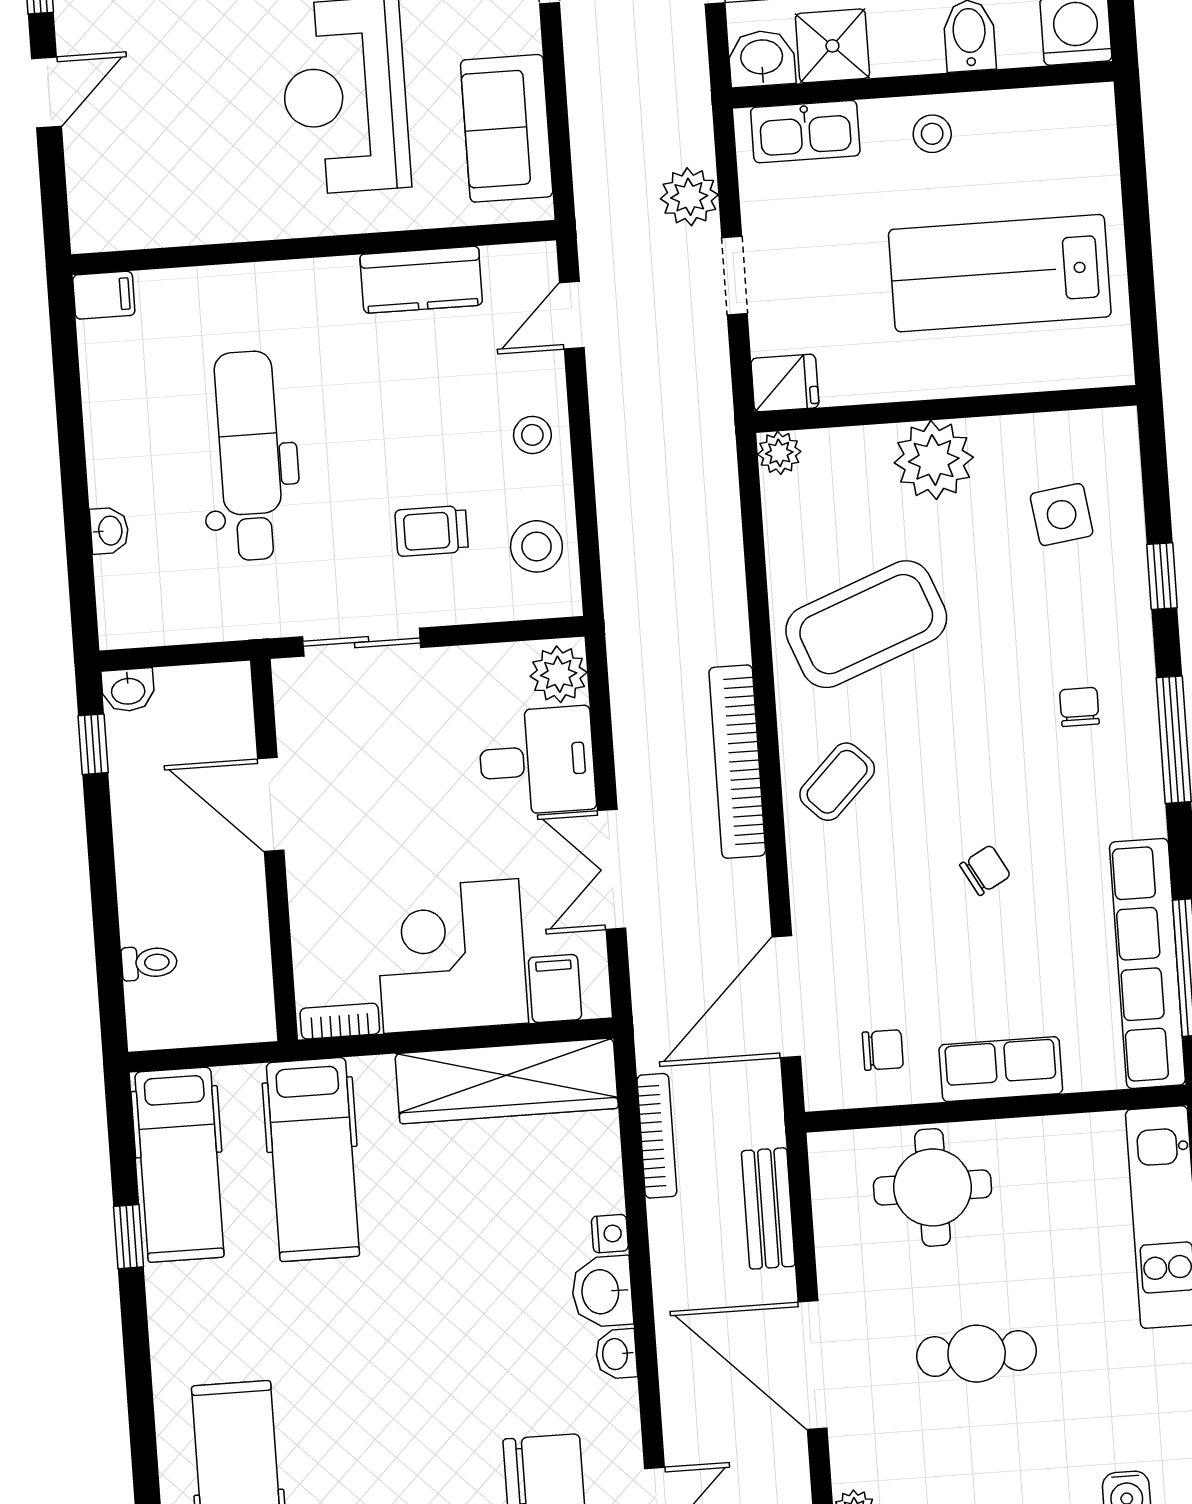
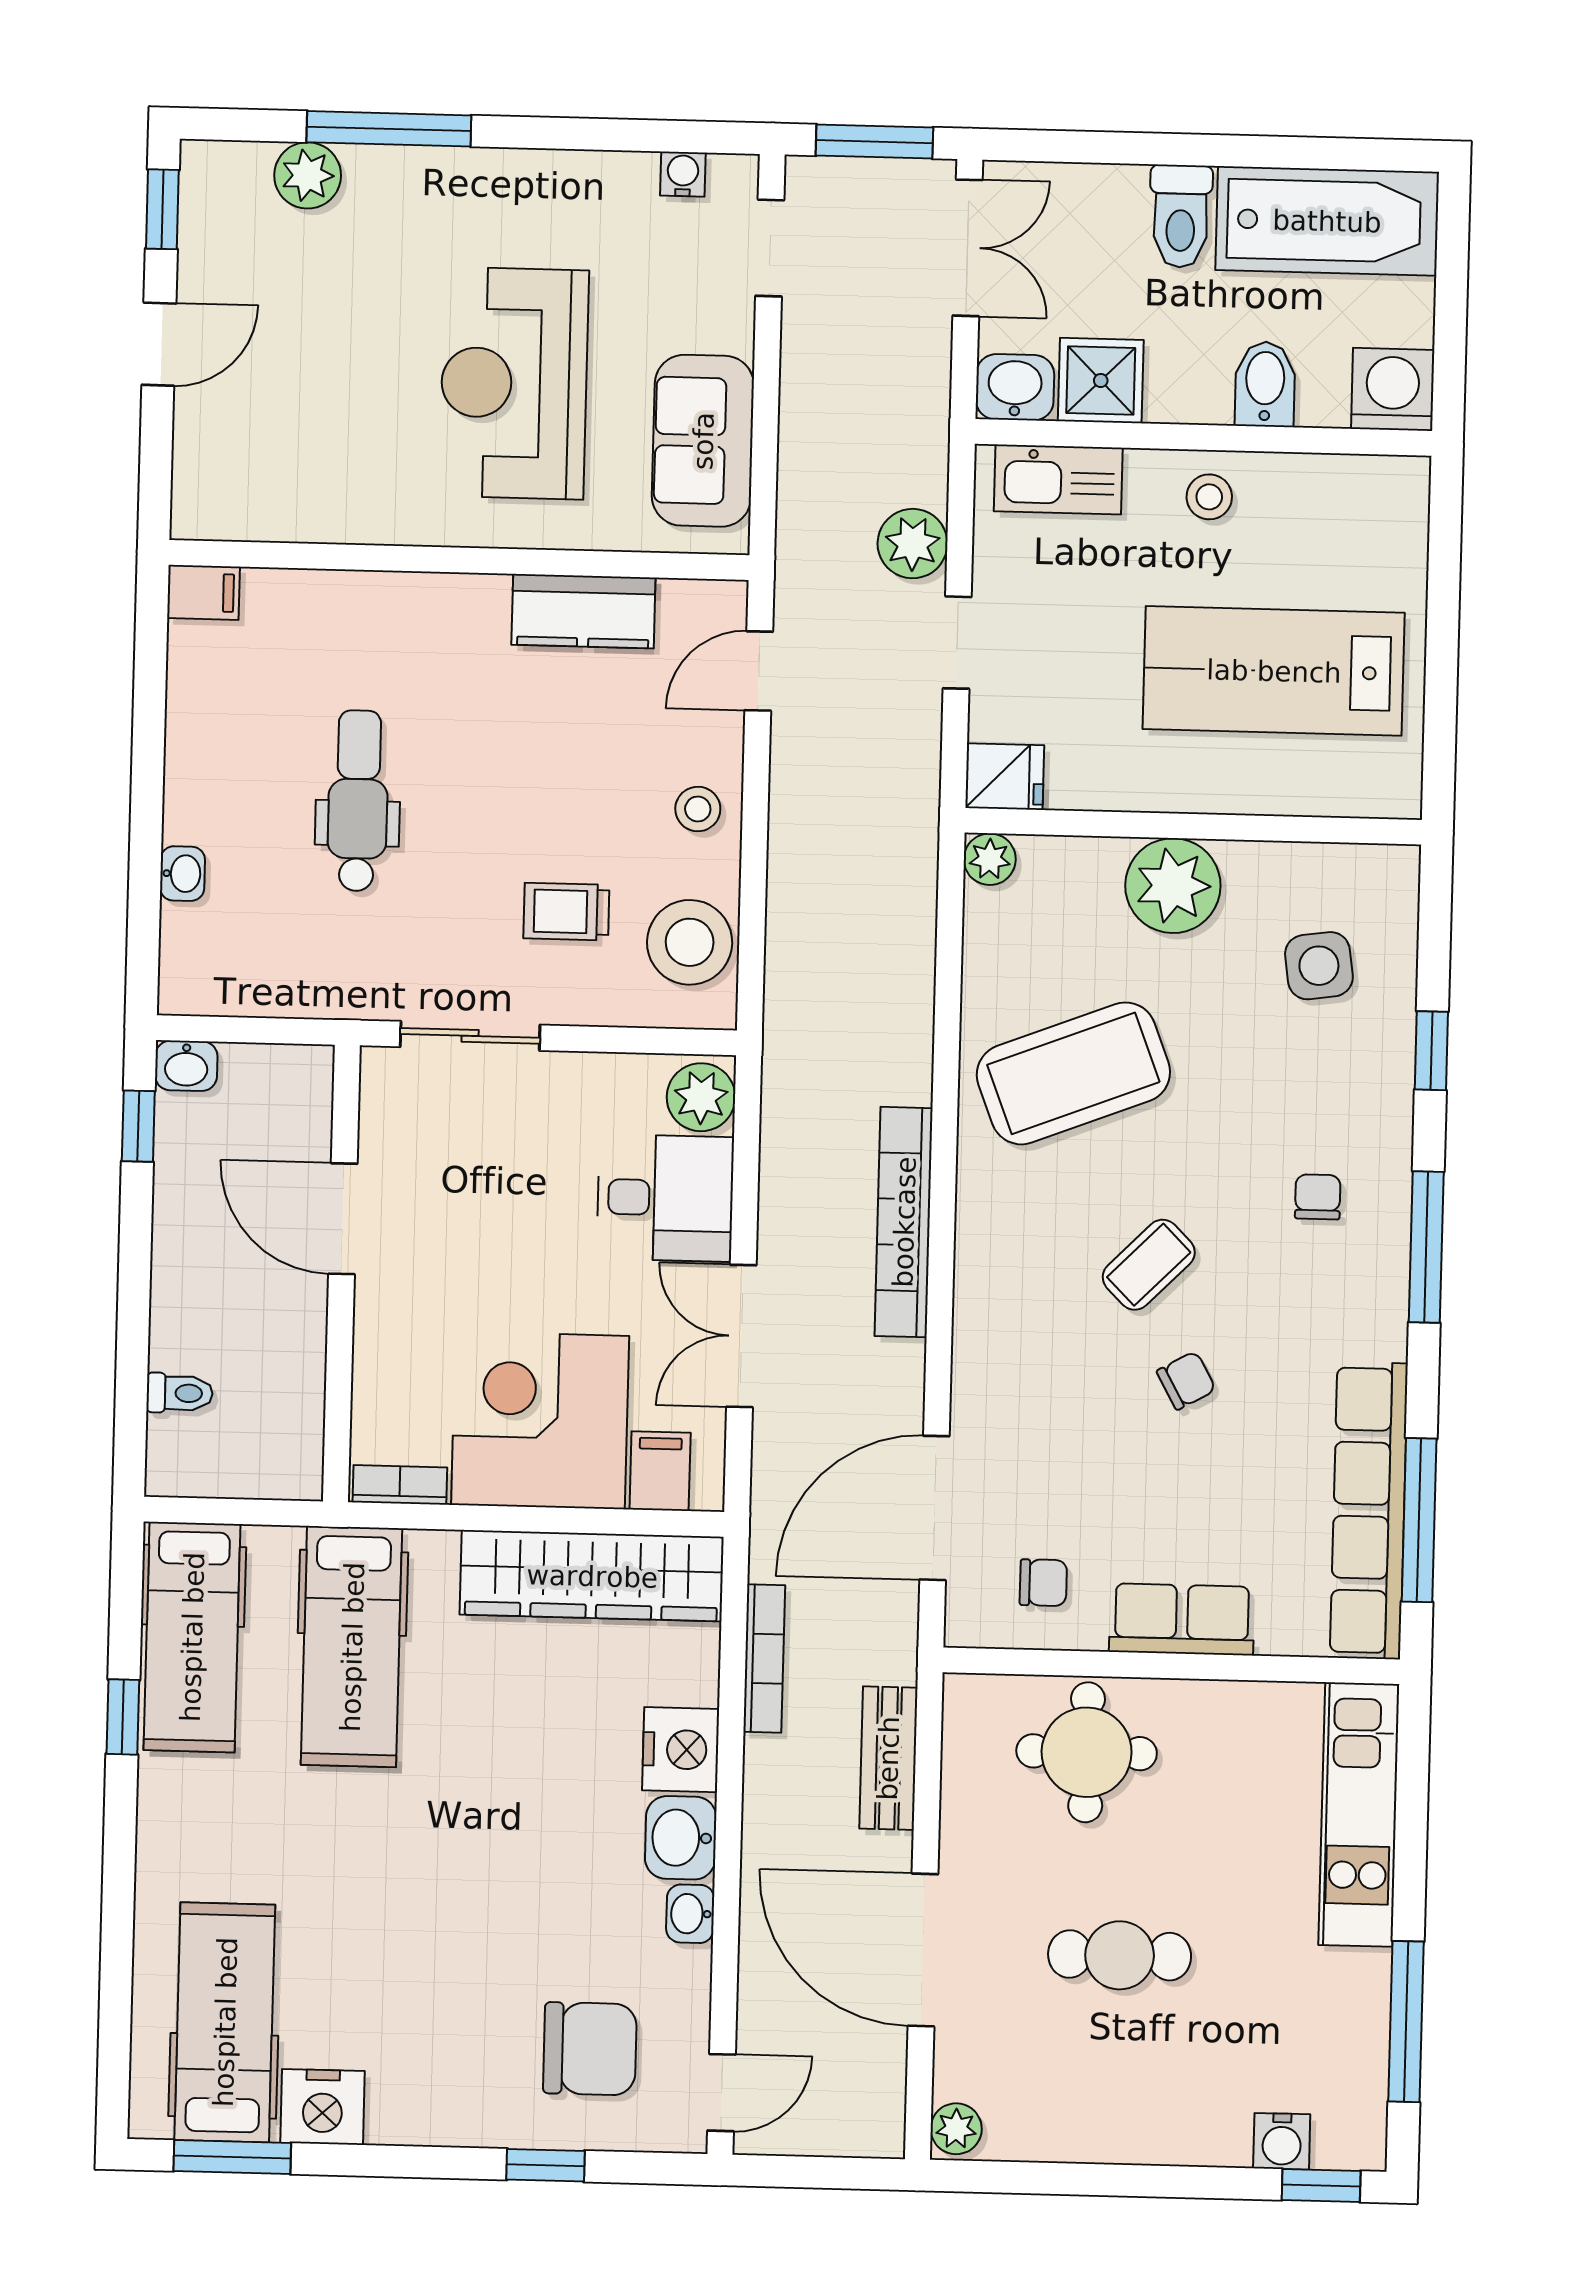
dental chair: (249, 456) -> (358, 801), width x0.73, depth x0.72
stool: (536, 546) -> (690, 942), width x1.38, depth x1.38
coffee table: (837, 782) -> (1149, 1265), moved
nightstand: (610, 1234) -> (681, 1750), width x1.89, depth x1.79

